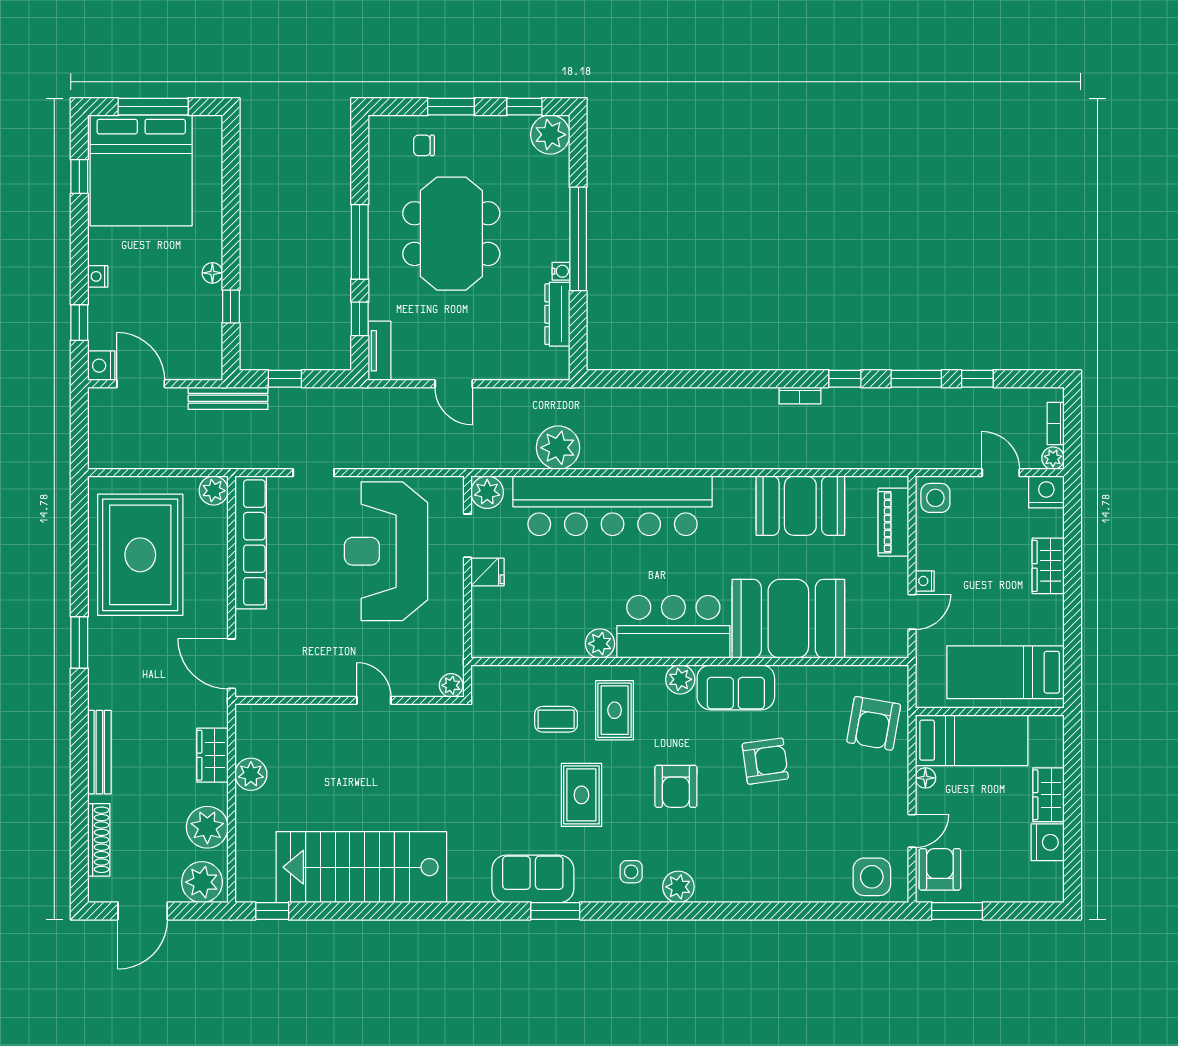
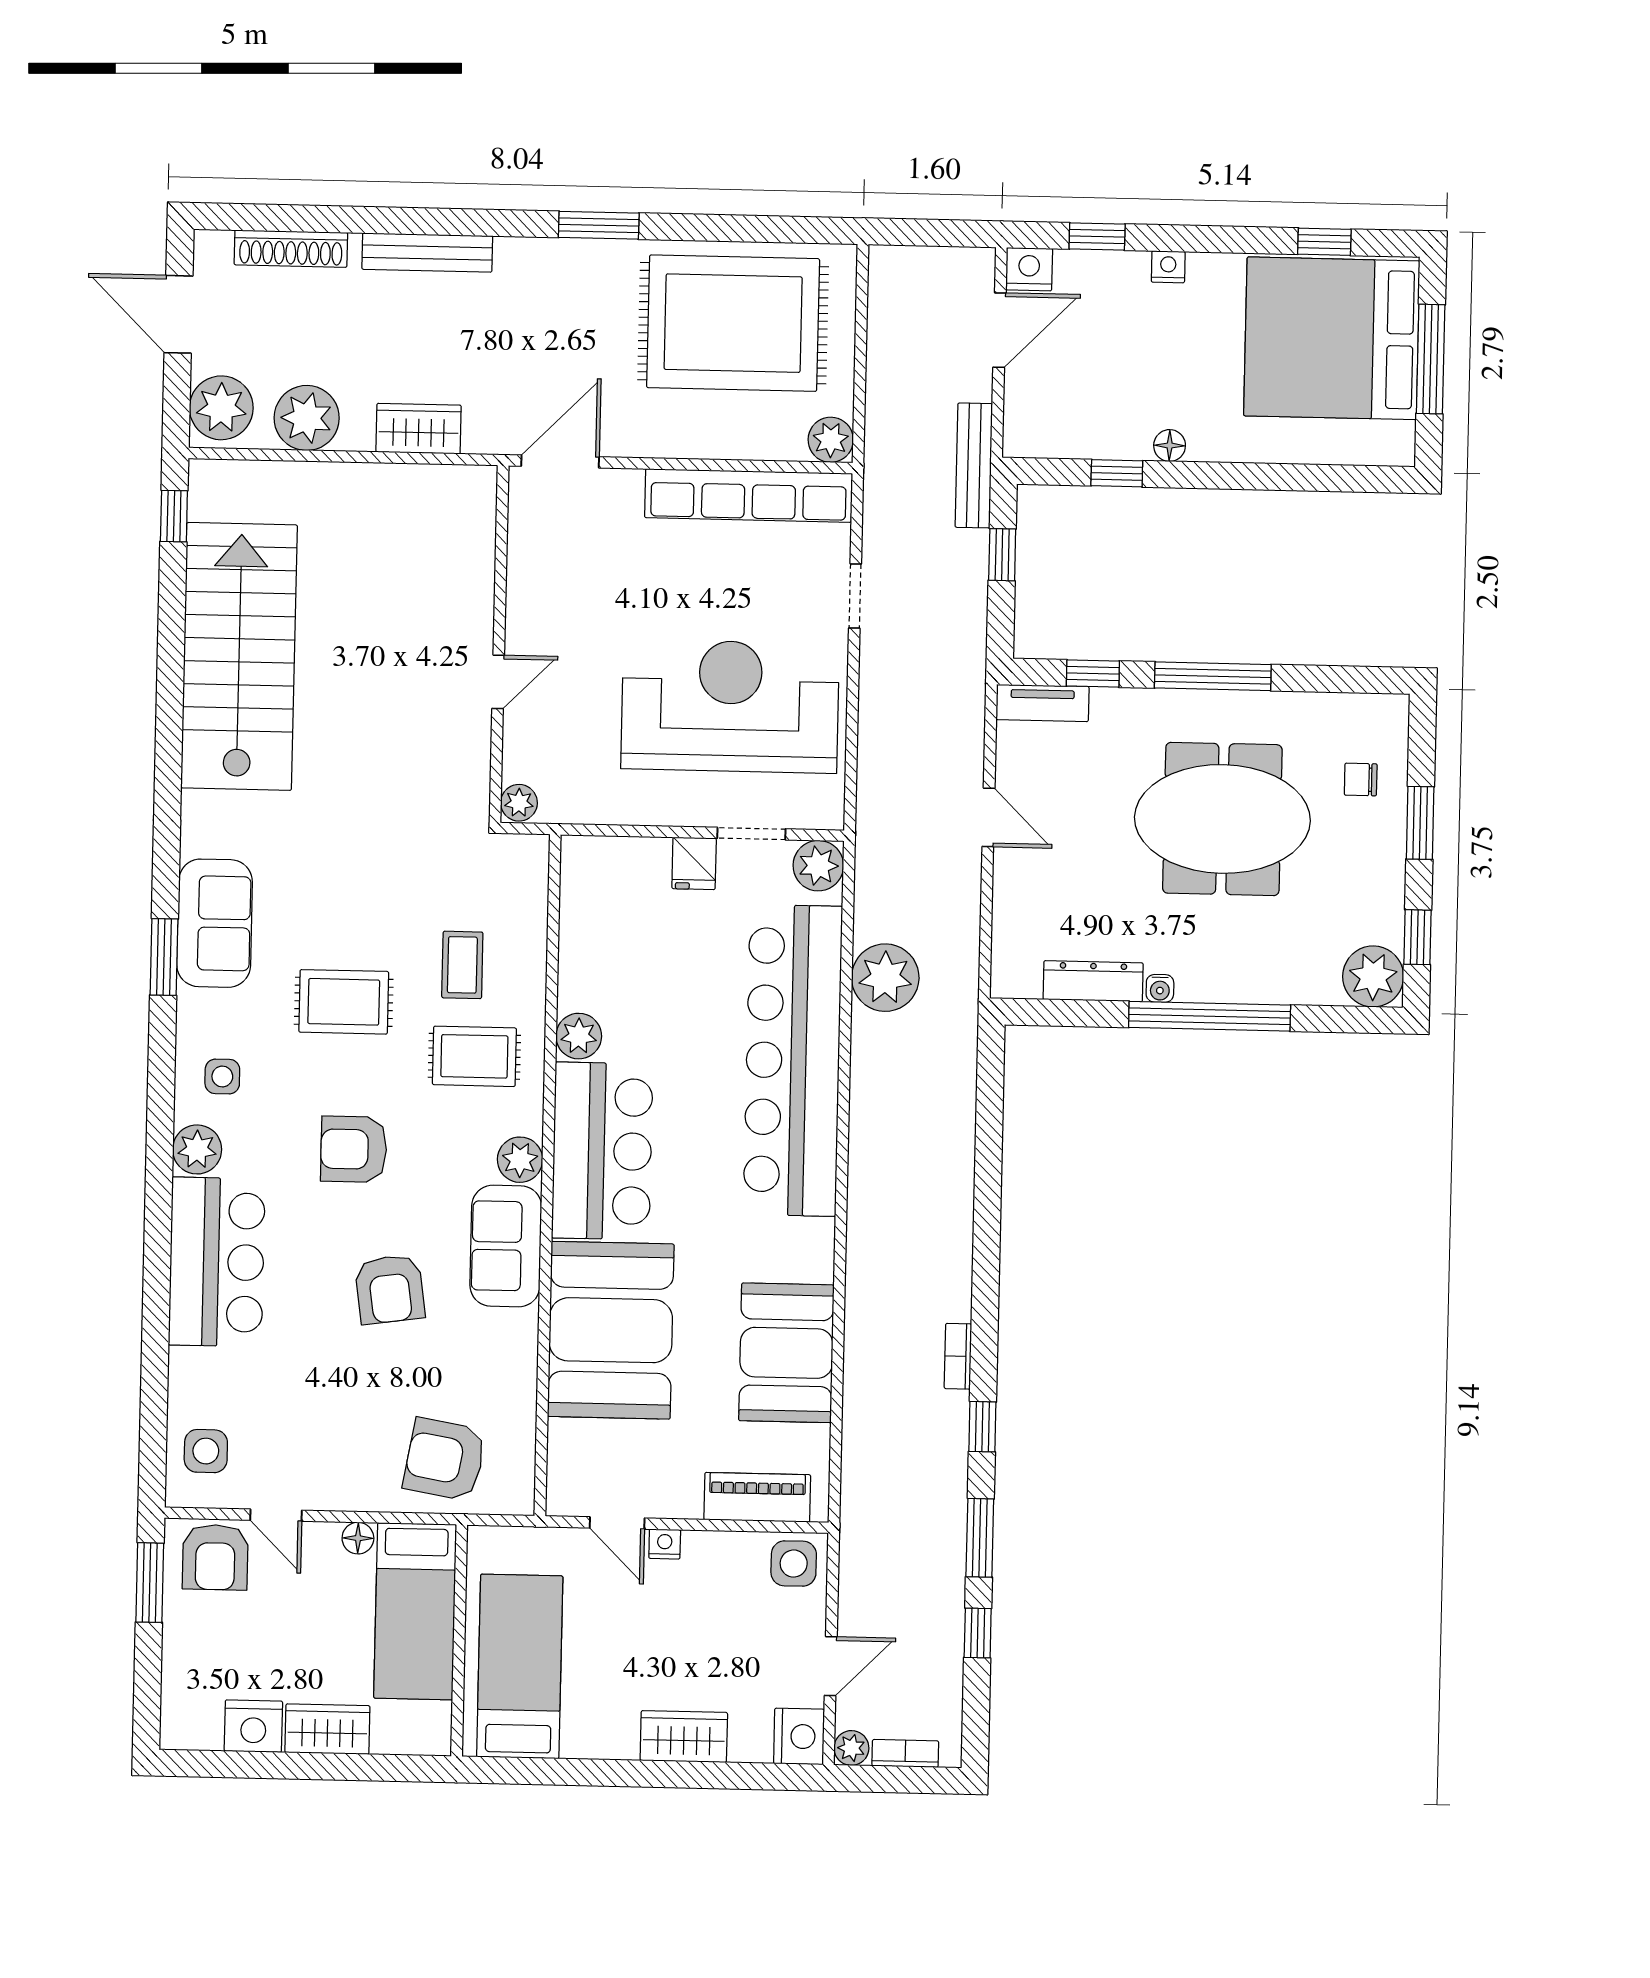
chair: (424, 145) -> (1361, 779), turned -90
door: (454, 384) -> (988, 817), swing flipped
plant: (251, 774) -> (388, 488), removed
armchair: (940, 869) -> (215, 1557), turned 90
bar counter: (750, 873) -> (217, 1262), added
side table: (872, 877) -> (206, 1451), width x0.73, depth x0.73

